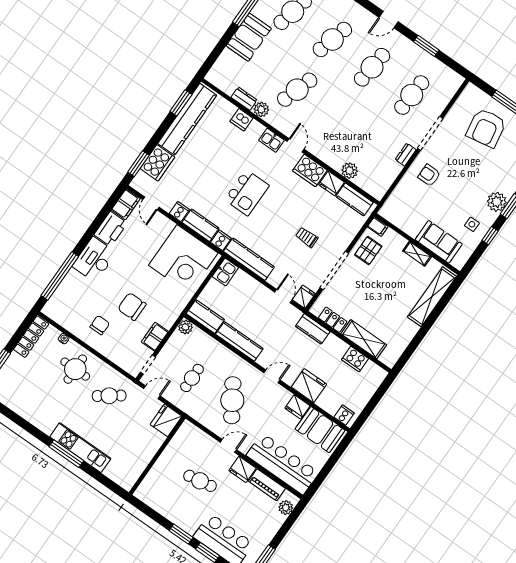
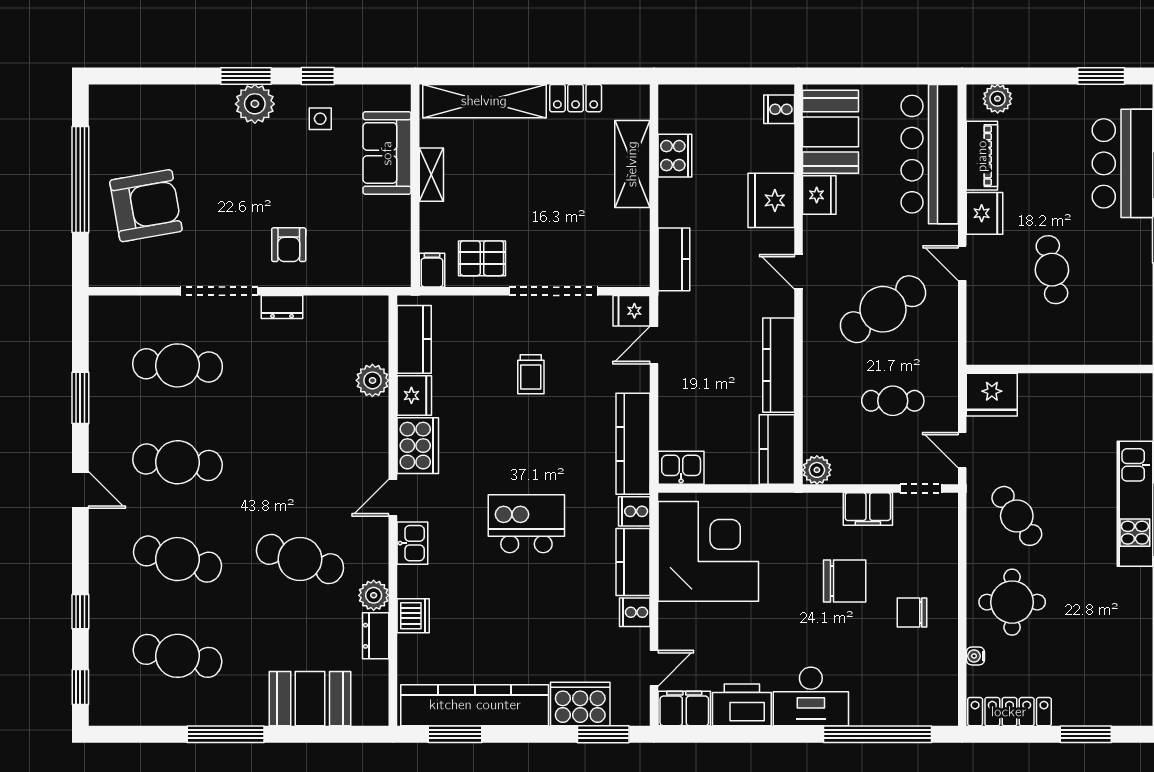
booth: (249, 37) -> (310, 699), moved
chair: (132, 307) -> (845, 581), turned -90
locker: (333, 320) -> (576, 98), moved, turned -90

